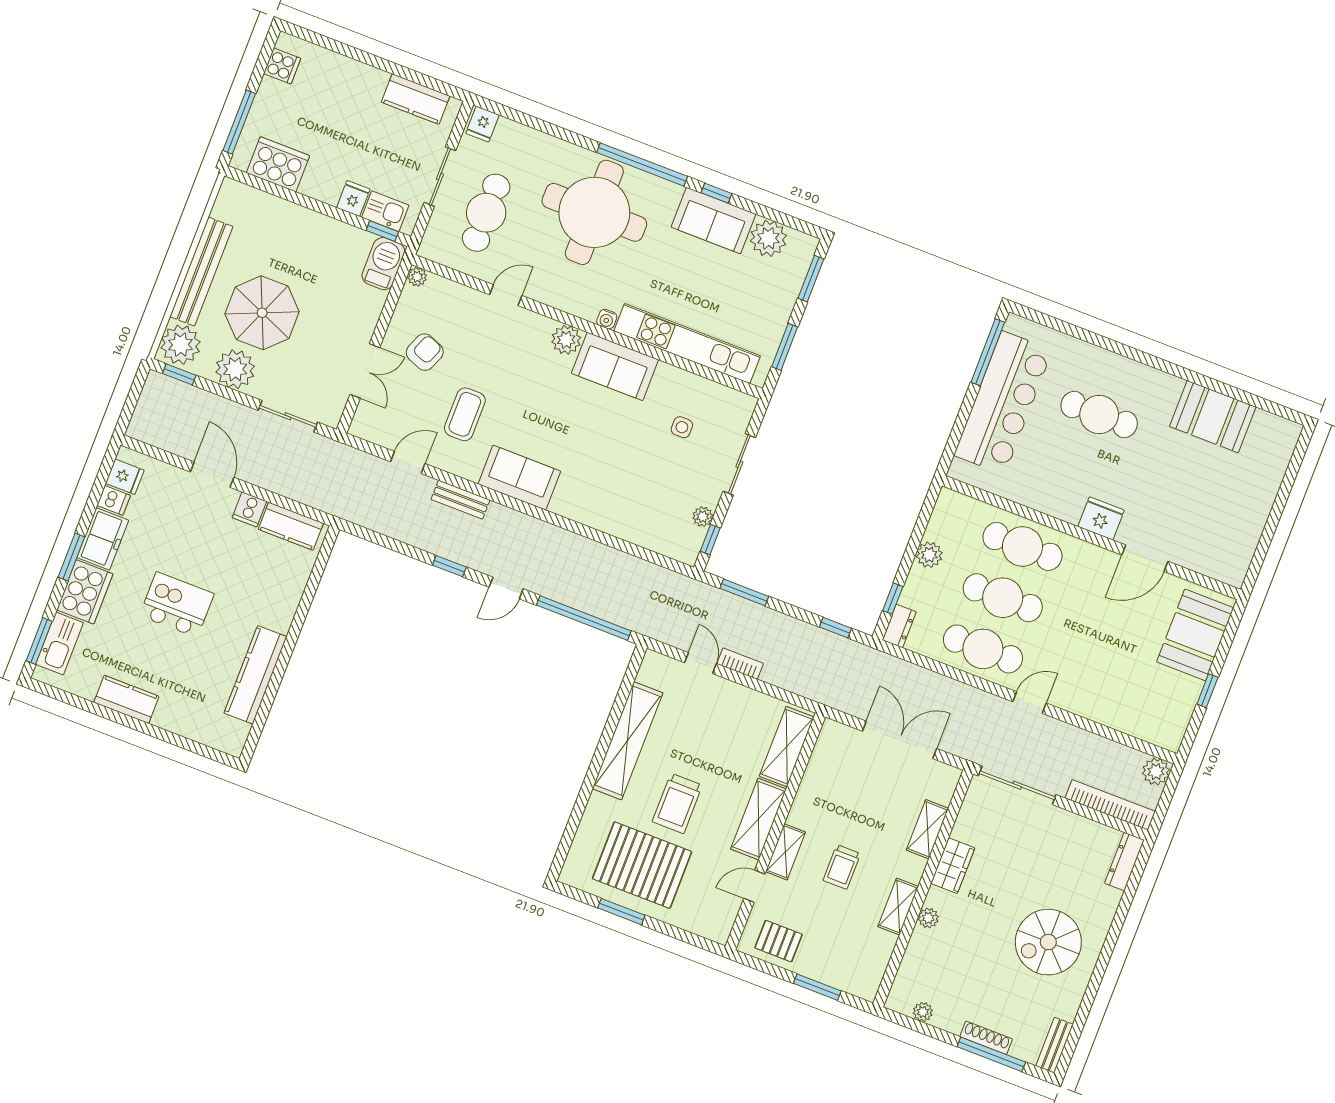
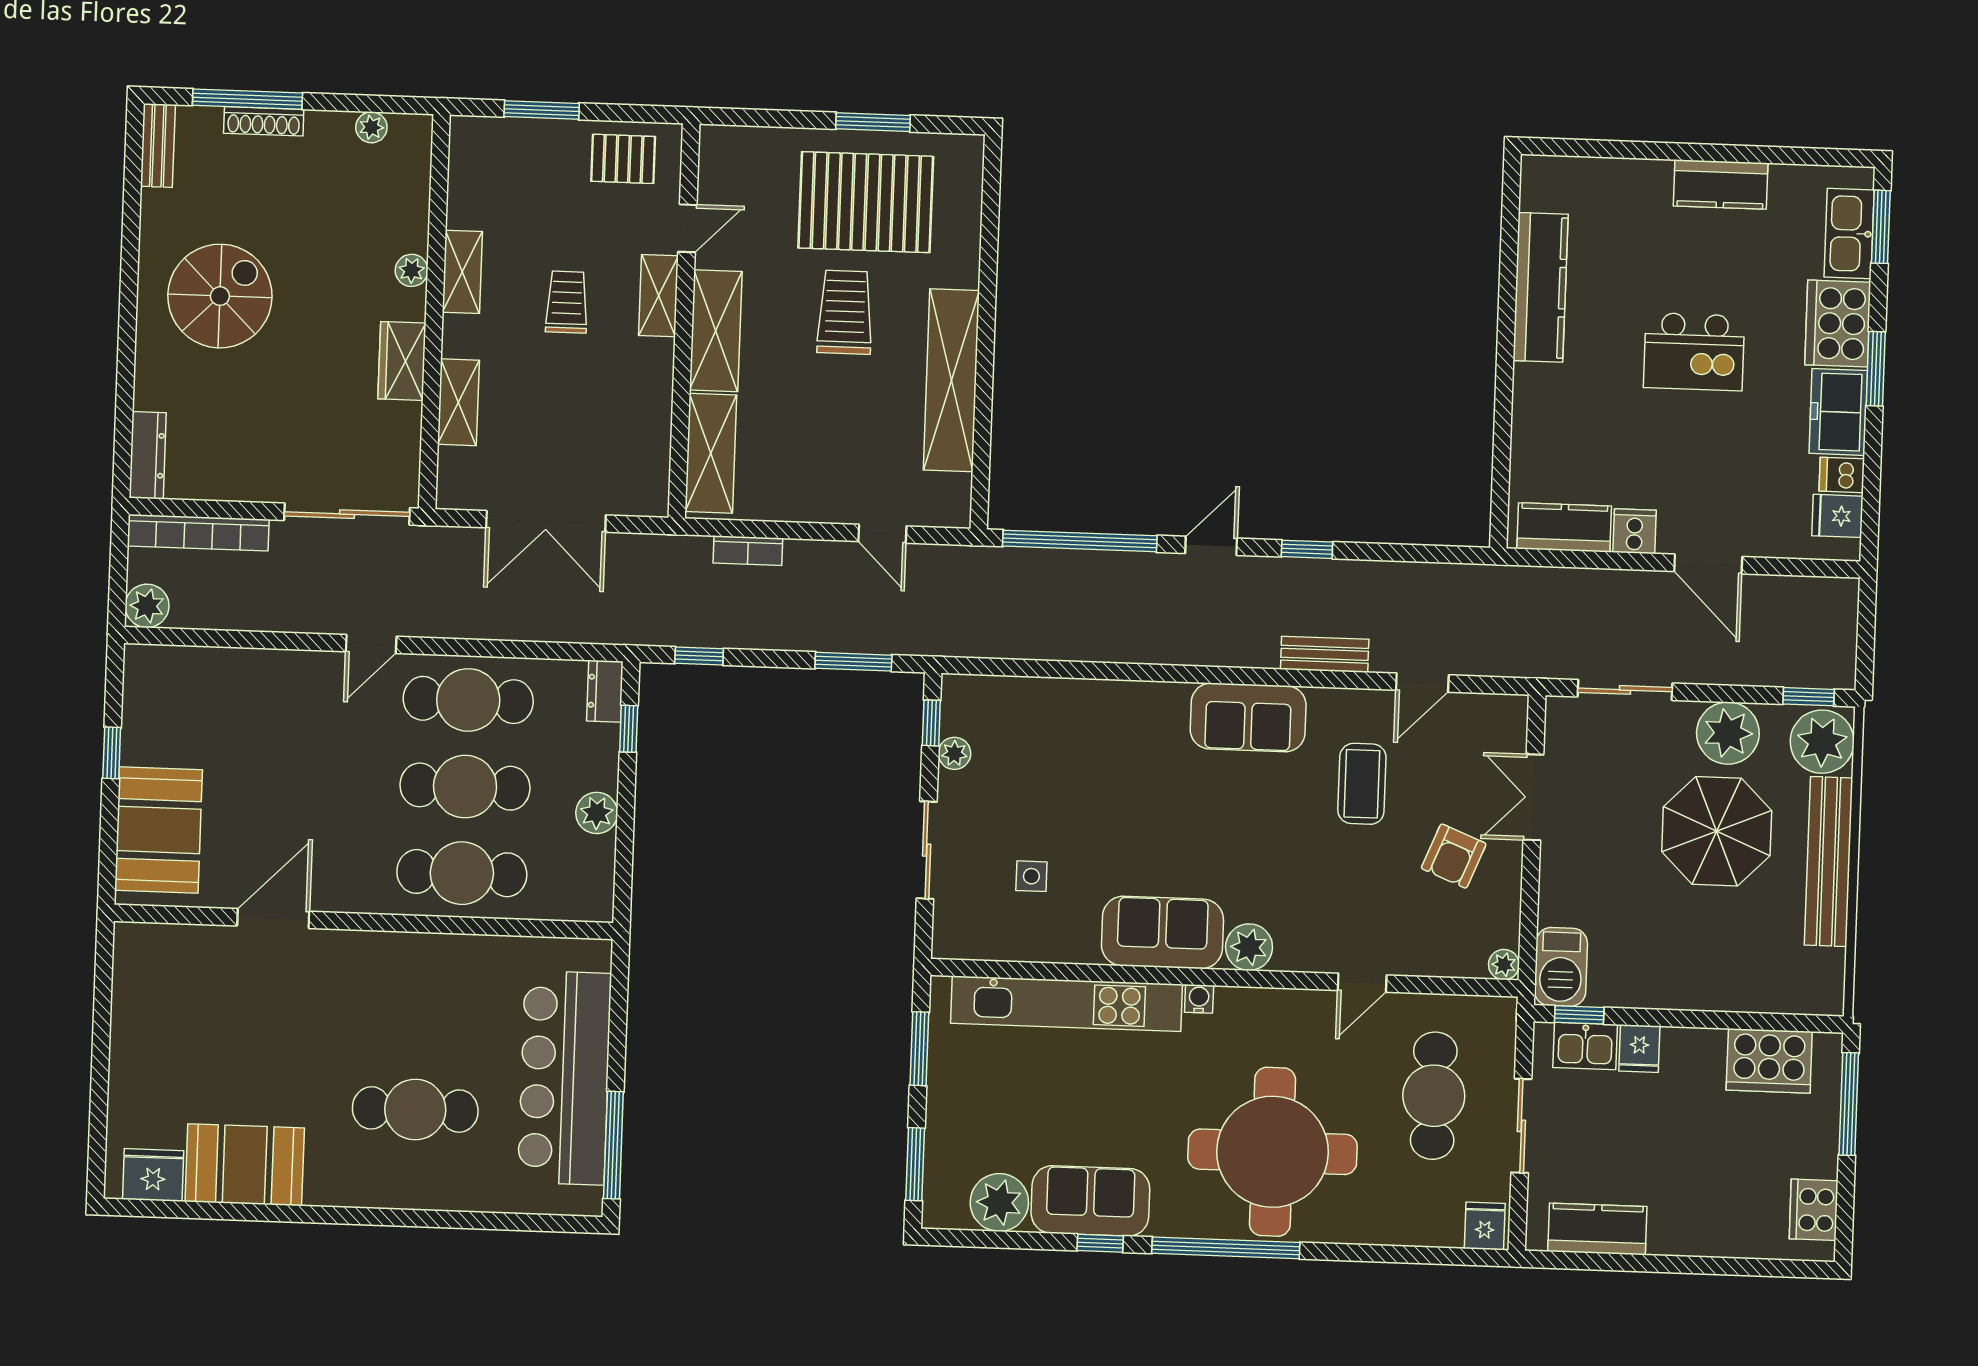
cooker: (282, 66) -> (1814, 1210), width x1.36
fridge: (1101, 518) -> (153, 1175), moved, turned 180
bookcase: (740, 664) -> (748, 551), moved

